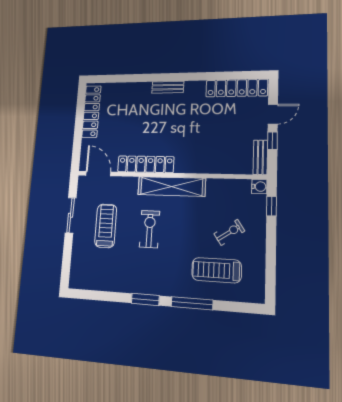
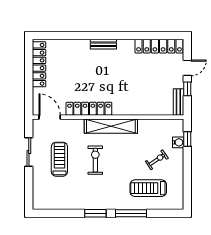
water cooler: (259, 187) -> (178, 142), moved

